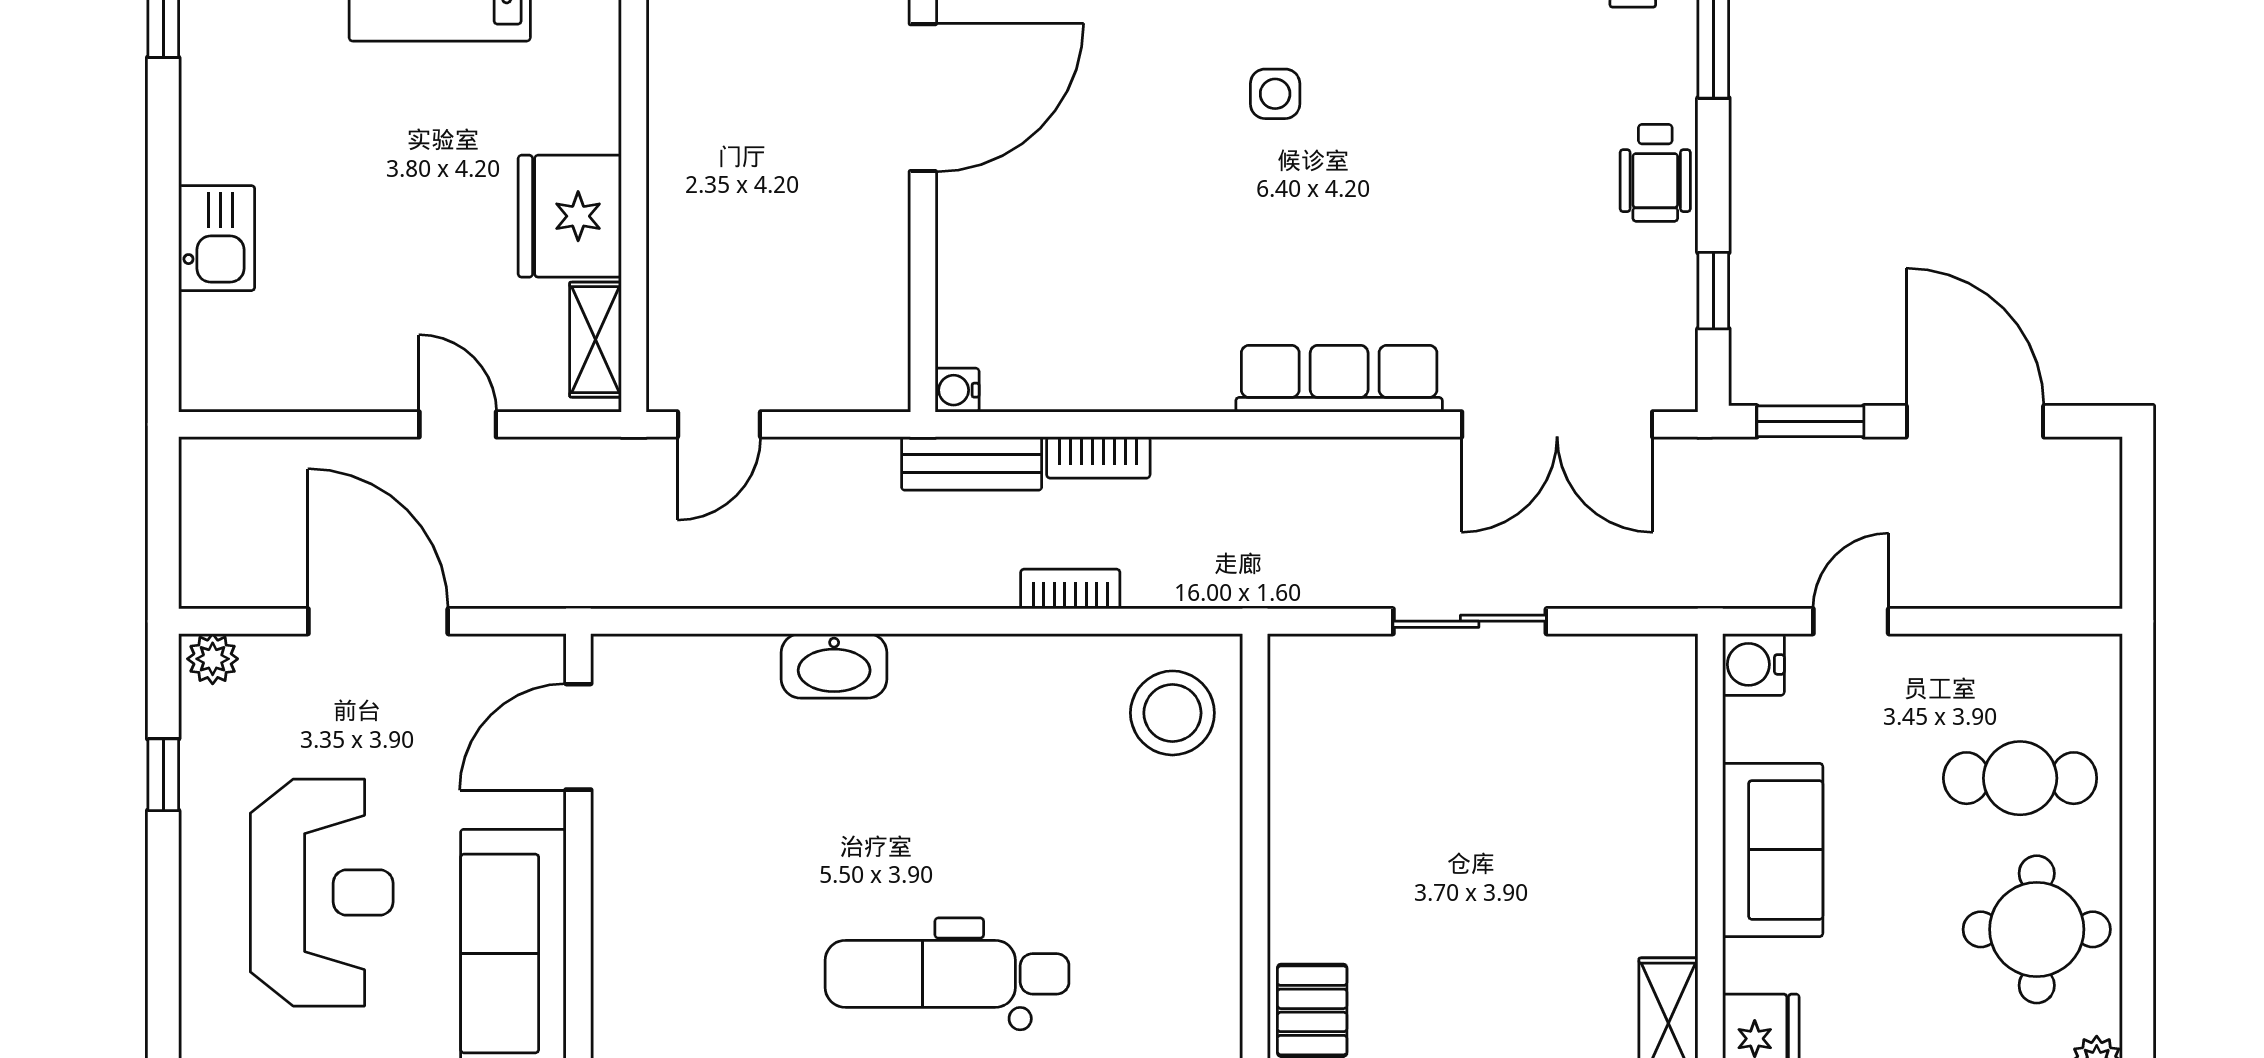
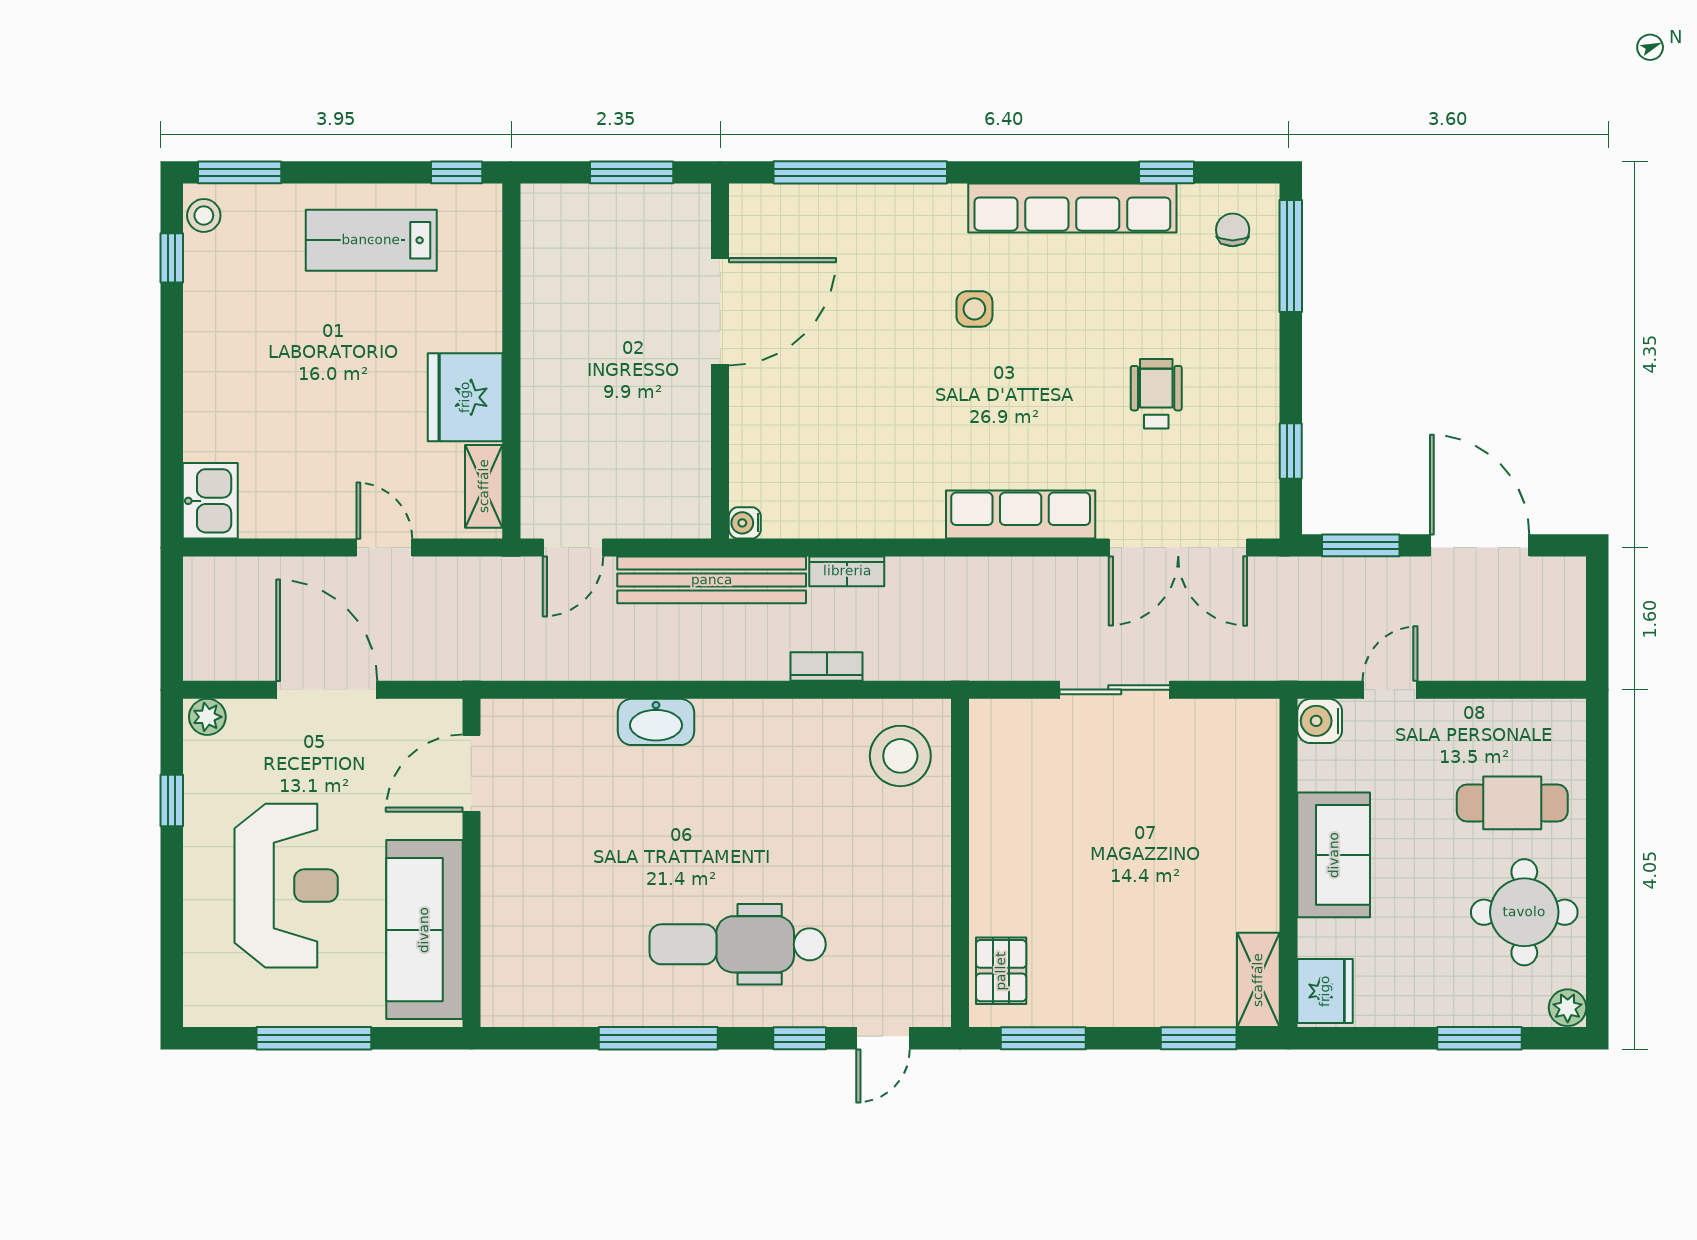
wheelchair: (1655, 173) -> (1156, 394), moved, turned 180
kitchen sink: (217, 238) -> (210, 501), moved
bench: (972, 463) -> (712, 580), width x1.86, depth x1.21

